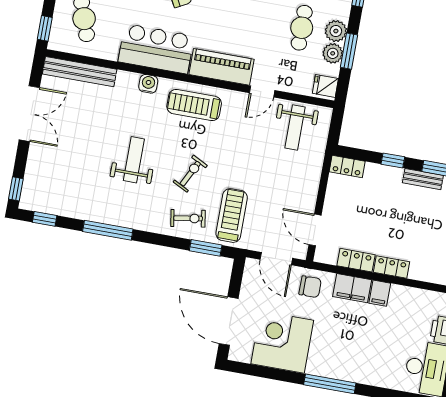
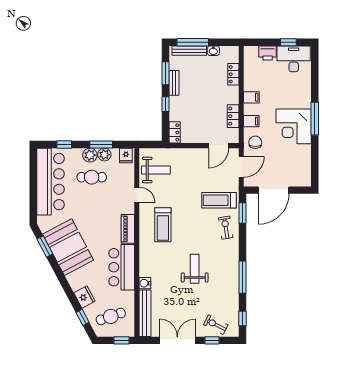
piano: (222, 67) -> (128, 229), width x0.73, depth x0.75
water cooler: (148, 84) -> (145, 283), moved
treadmill: (194, 105) -> (163, 225), moved
weight bench: (134, 160) -> (195, 269), turned 90
exercise bike: (190, 174) -> (216, 325), moved
window: (16, 189) -> (212, 340), moved
locker: (391, 267) -> (233, 74), moved
filing cabinet: (352, 288) -> (251, 121), width x0.50
door: (229, 321) -> (274, 190), moved
corner desk: (282, 342) -> (294, 126), moved

